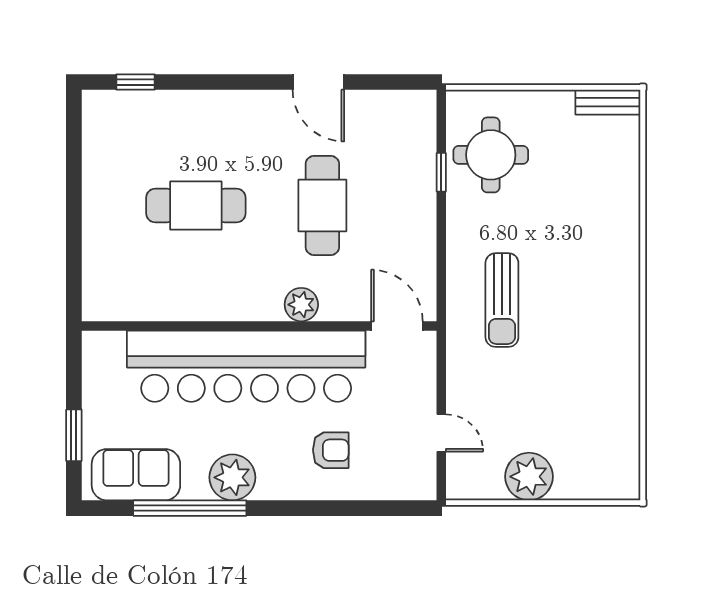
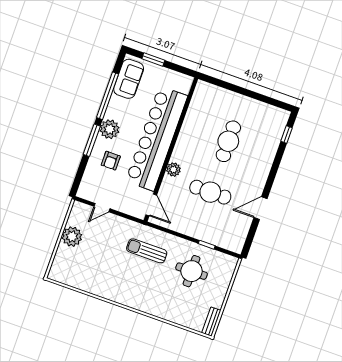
round table: (491, 155) -> (192, 271), moved
door: (397, 326) -> (151, 205), hinge flipped
plant: (232, 477) -> (110, 129), moved
window: (301, 508) -> (92, 140), added

